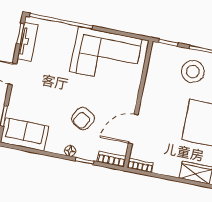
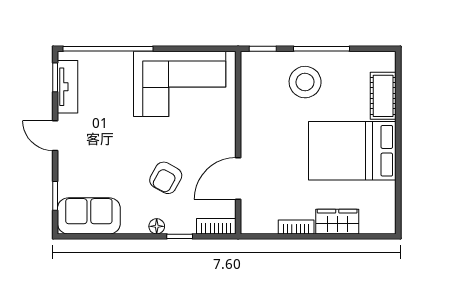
bookcase: (140, 165) -> (296, 227), moved

